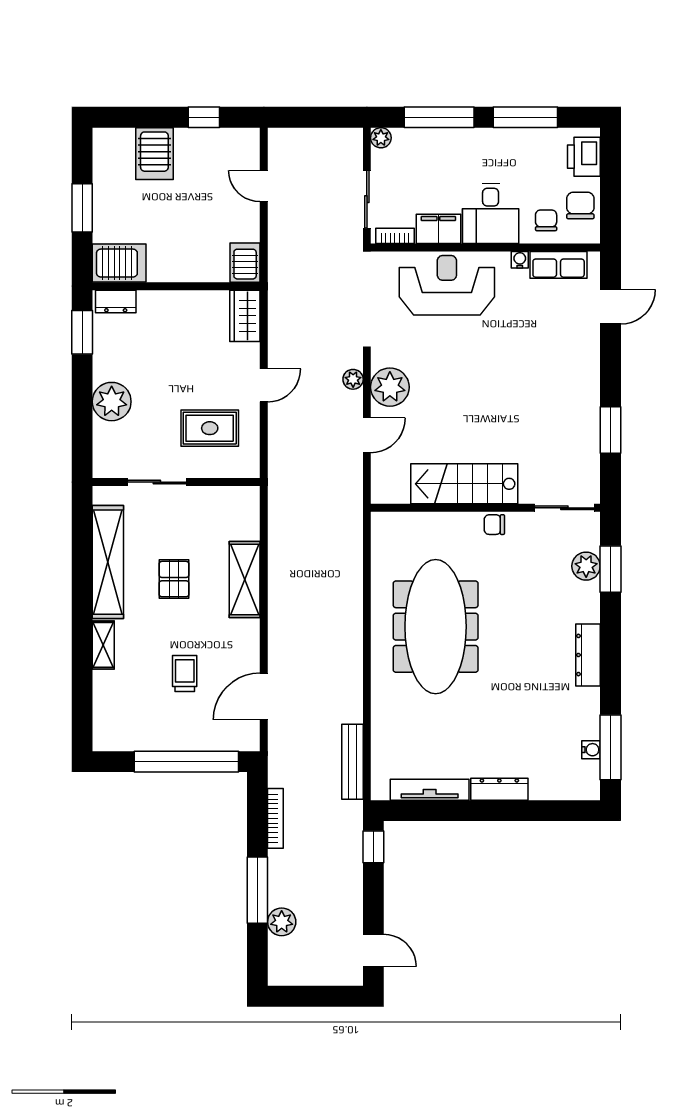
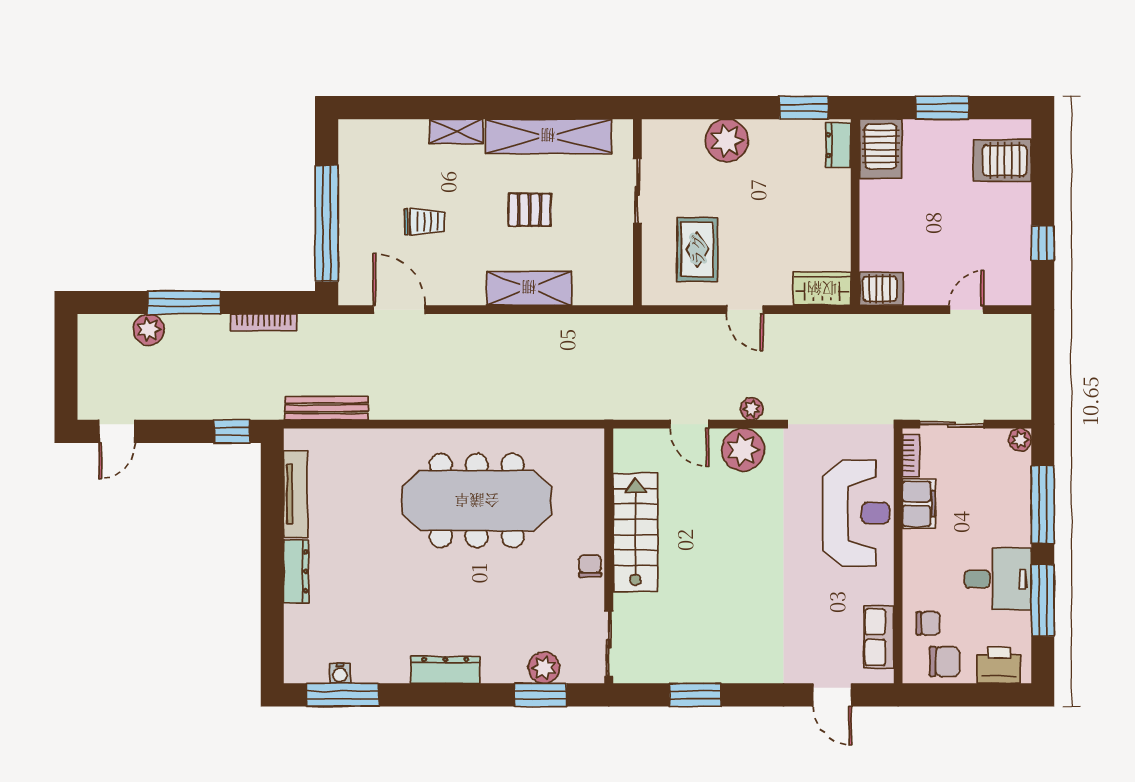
server rack: (154, 154) -> (1002, 160), moved
desk: (491, 213) -> (998, 579), moved, turned 180
water cooler: (520, 260) -> (884, 594), removed

